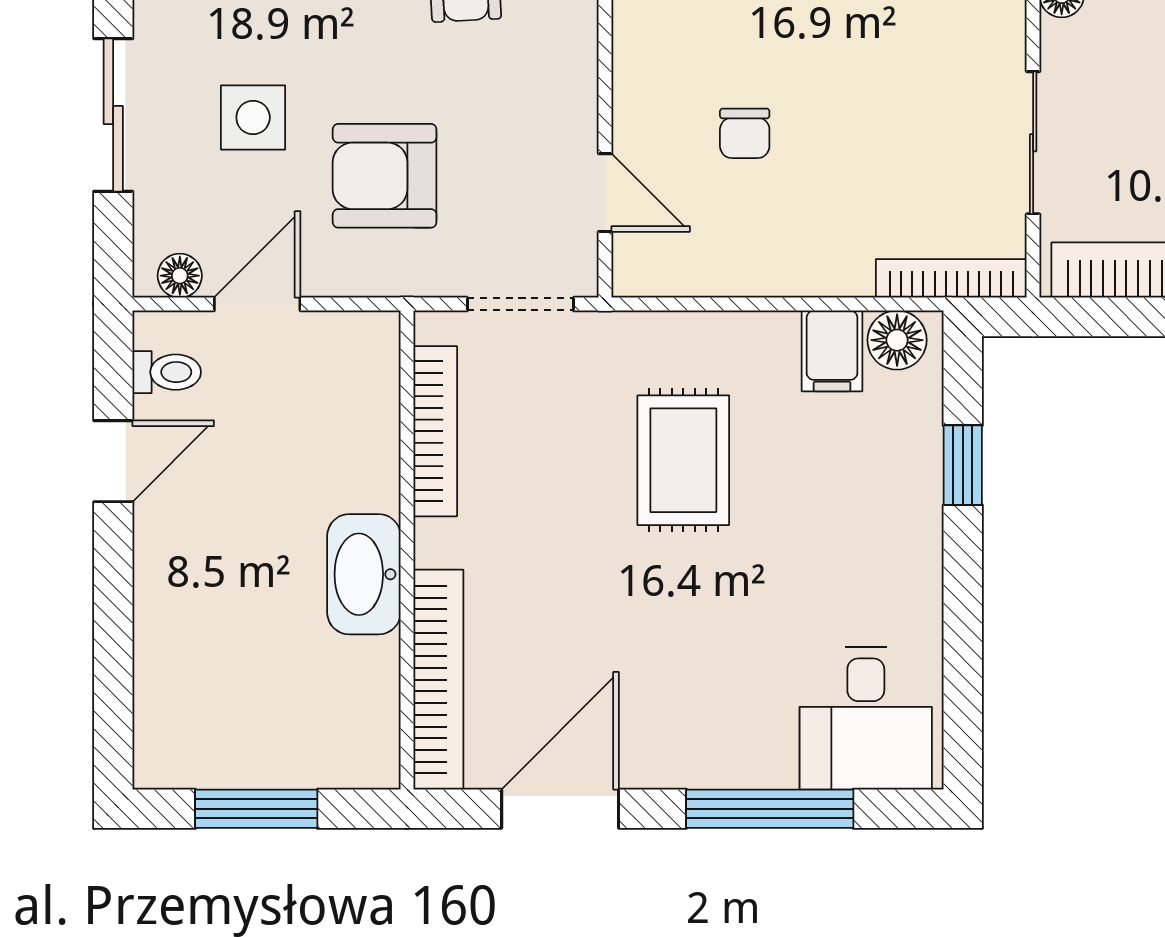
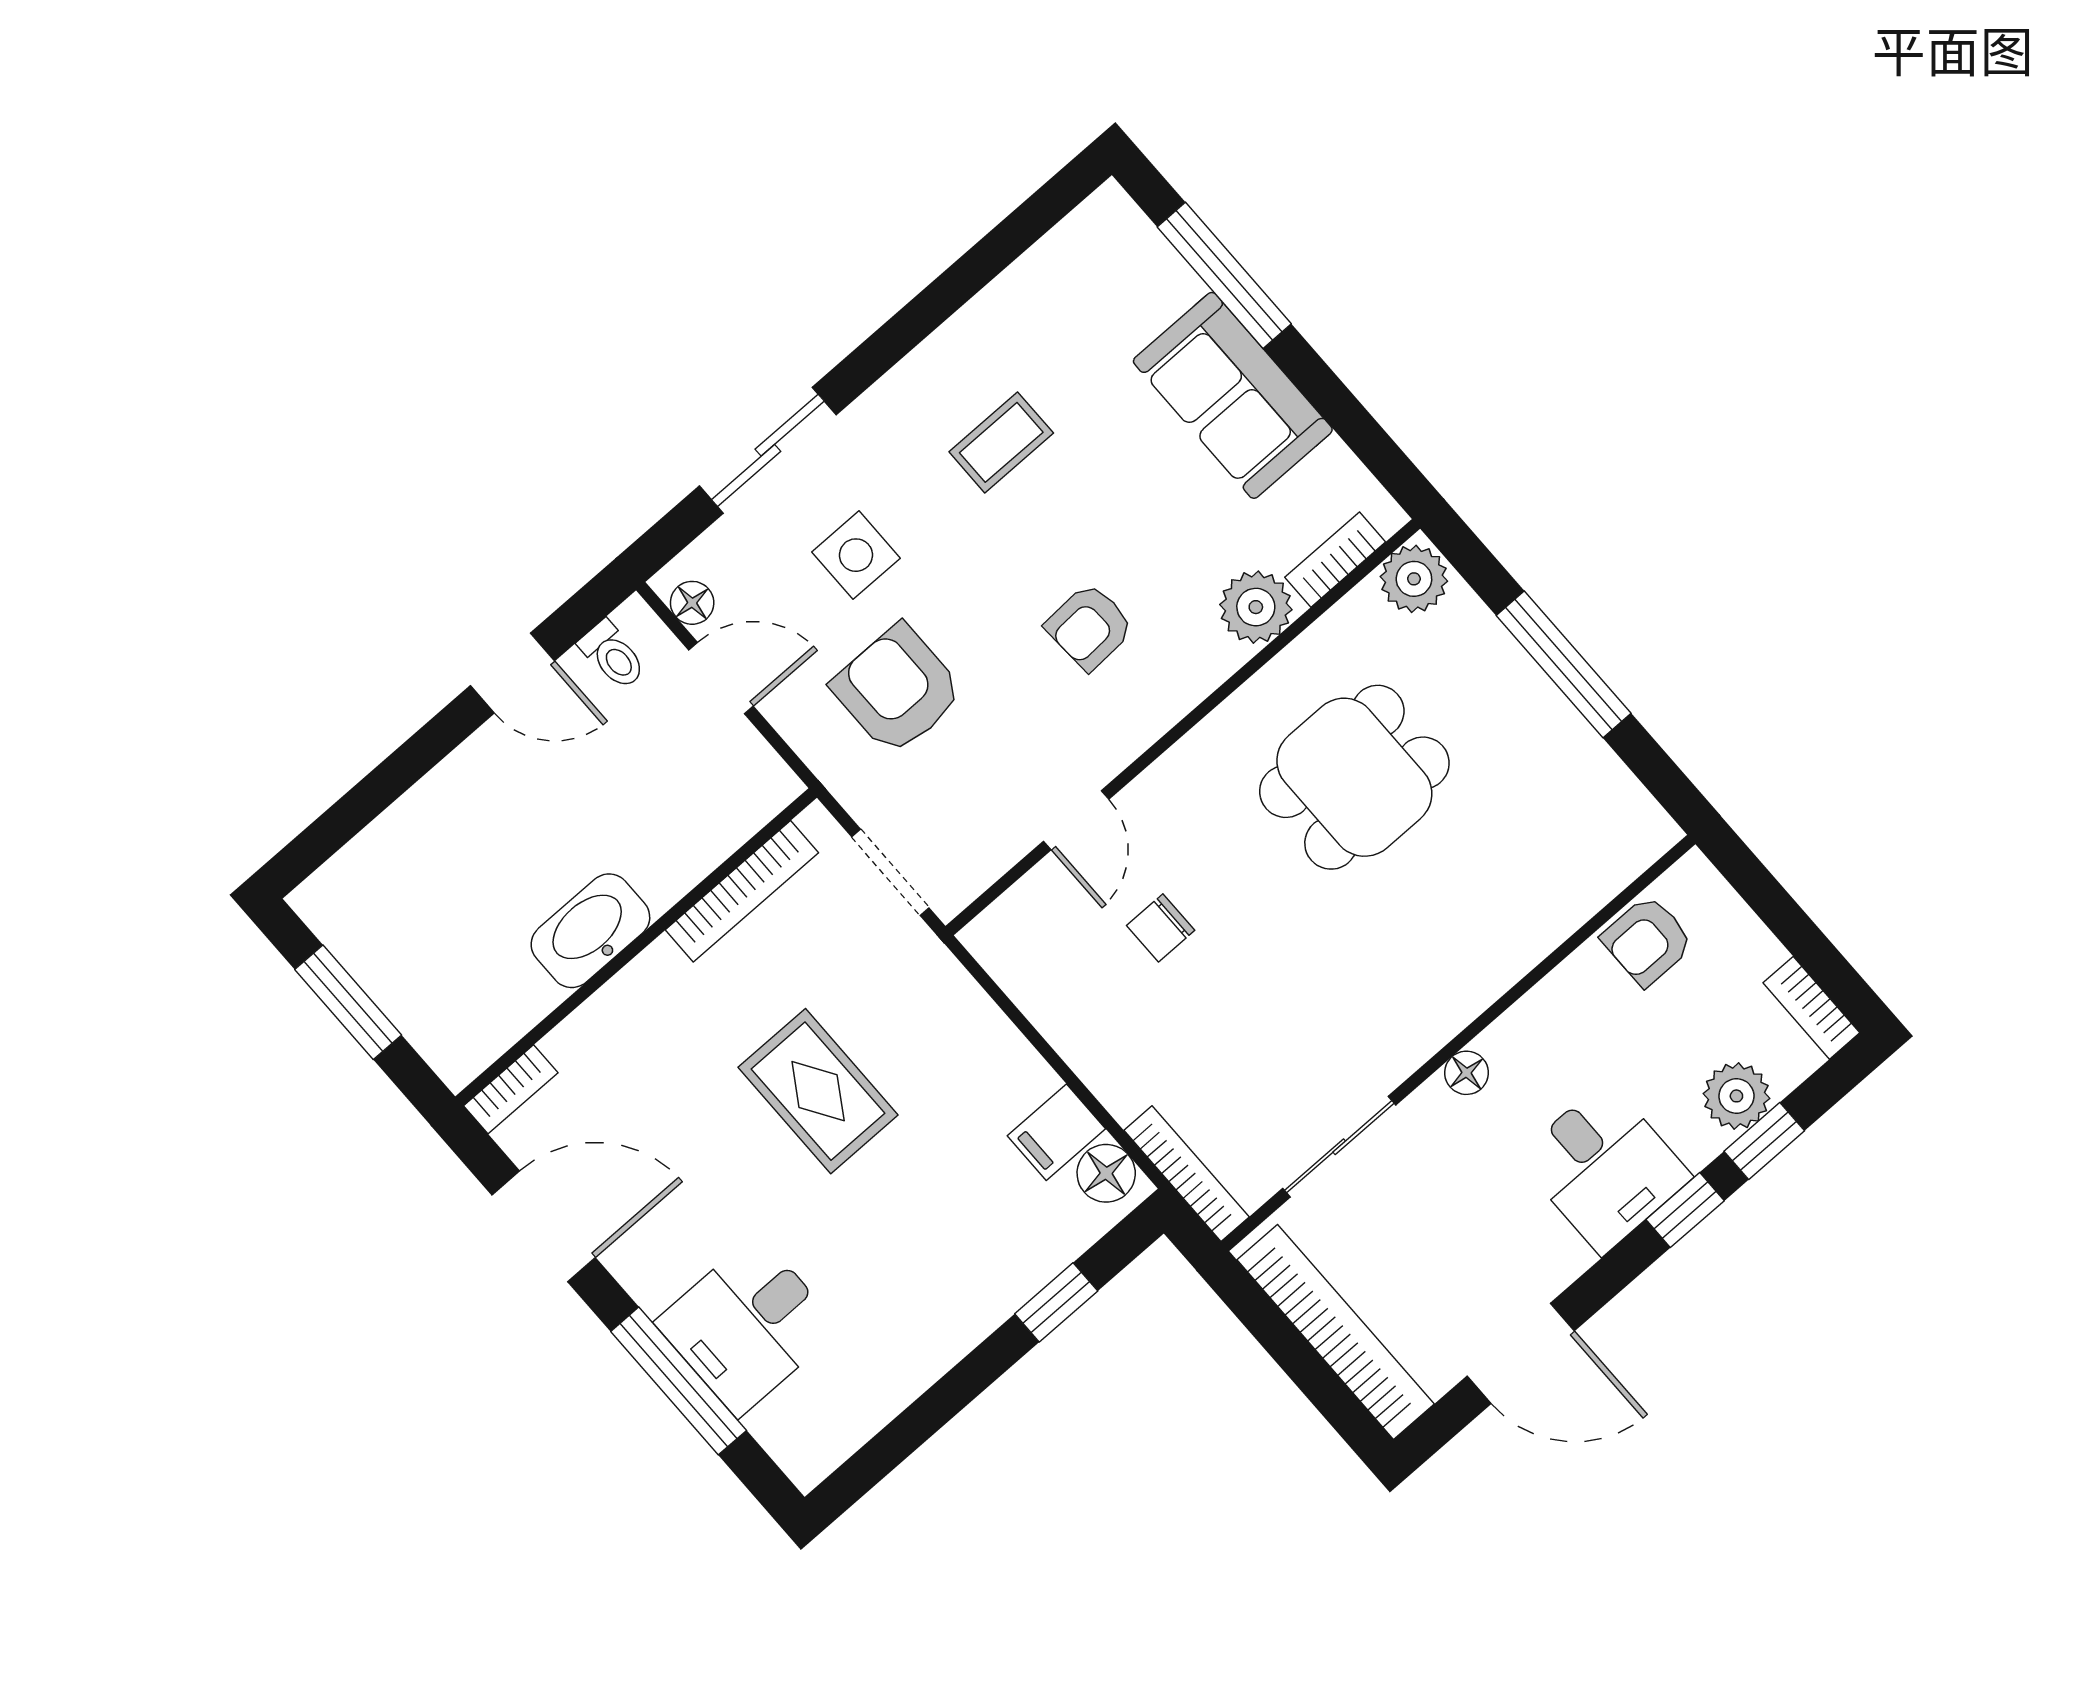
door: (605, 193) -> (1076, 820), moved
rug: (683, 460) -> (818, 1091), moved, turned 90
bookcase: (438, 680) -> (511, 1089), width x0.43, depth x0.76
desk: (866, 718) -> (748, 1325), moved

